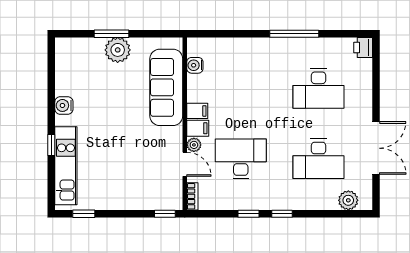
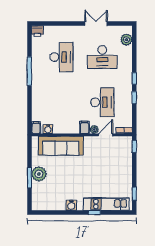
filing cabinet: (197, 111) -> (36, 128), moved
double door: (376, 148) -> (96, 24), width x0.73
desk: (241, 159) -> (102, 102), turned 180
desk: (318, 159) -> (102, 57), turned 90

